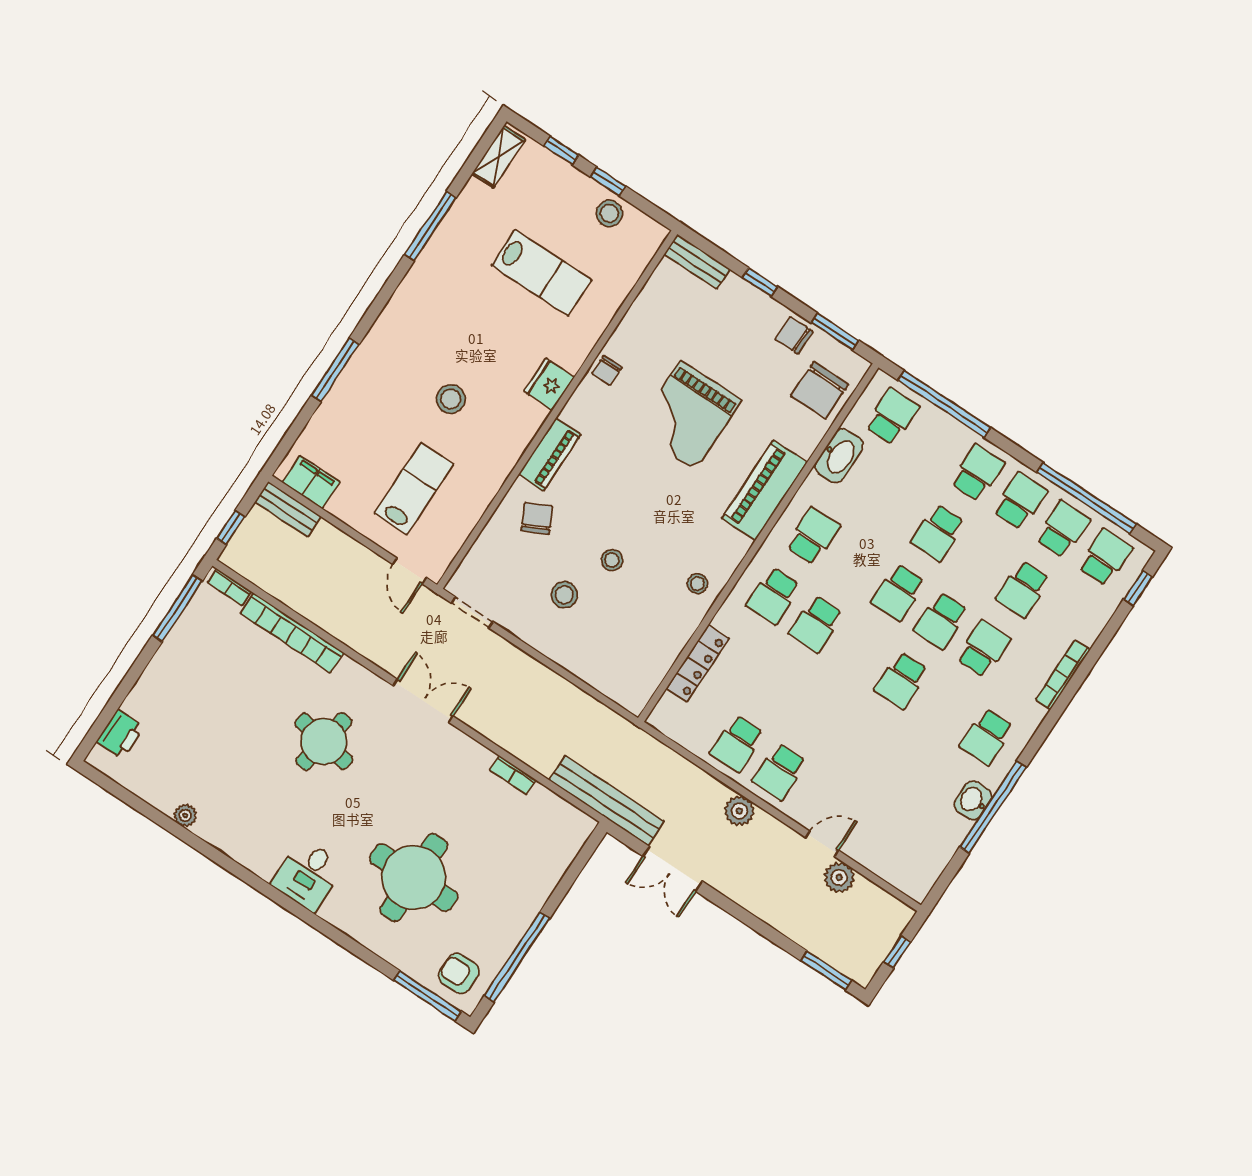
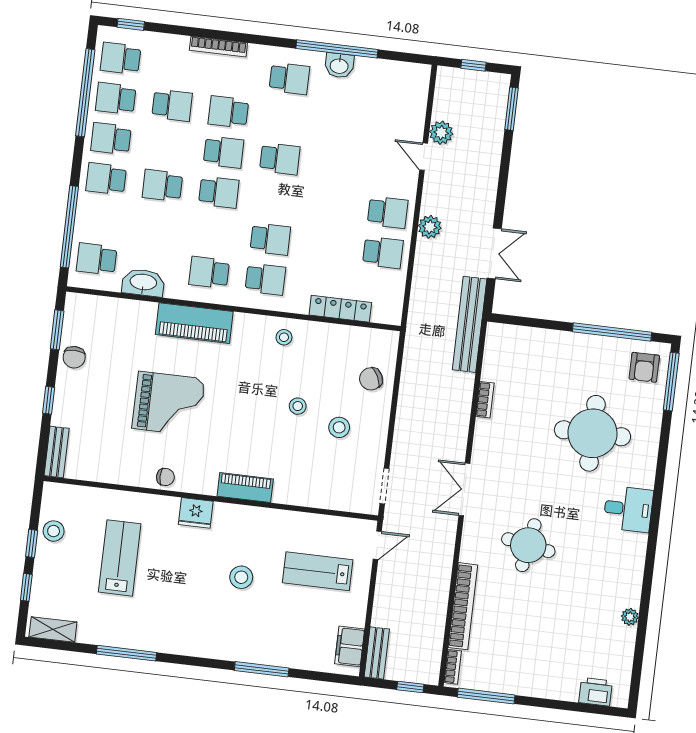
chair: (820, 390) -> (104, 320), removed
chair: (537, 518) -> (371, 379), moved
school desk: (938, 533) -> (162, 185), turned 180

